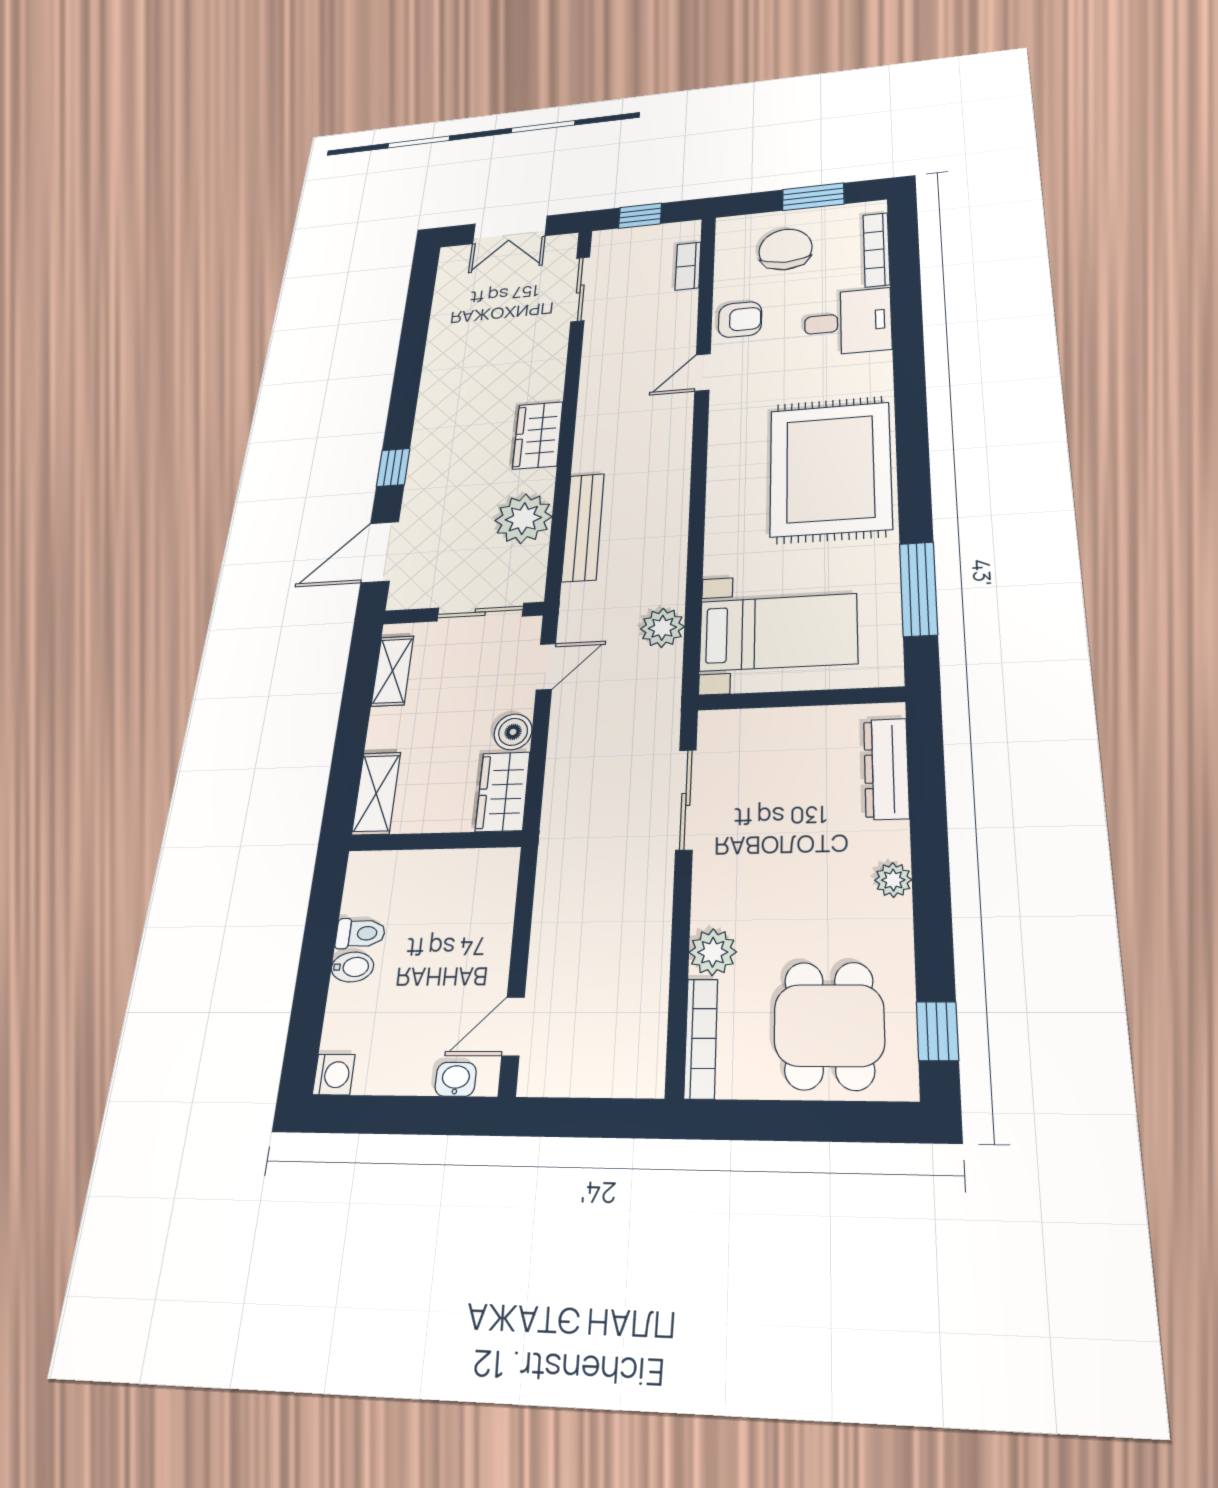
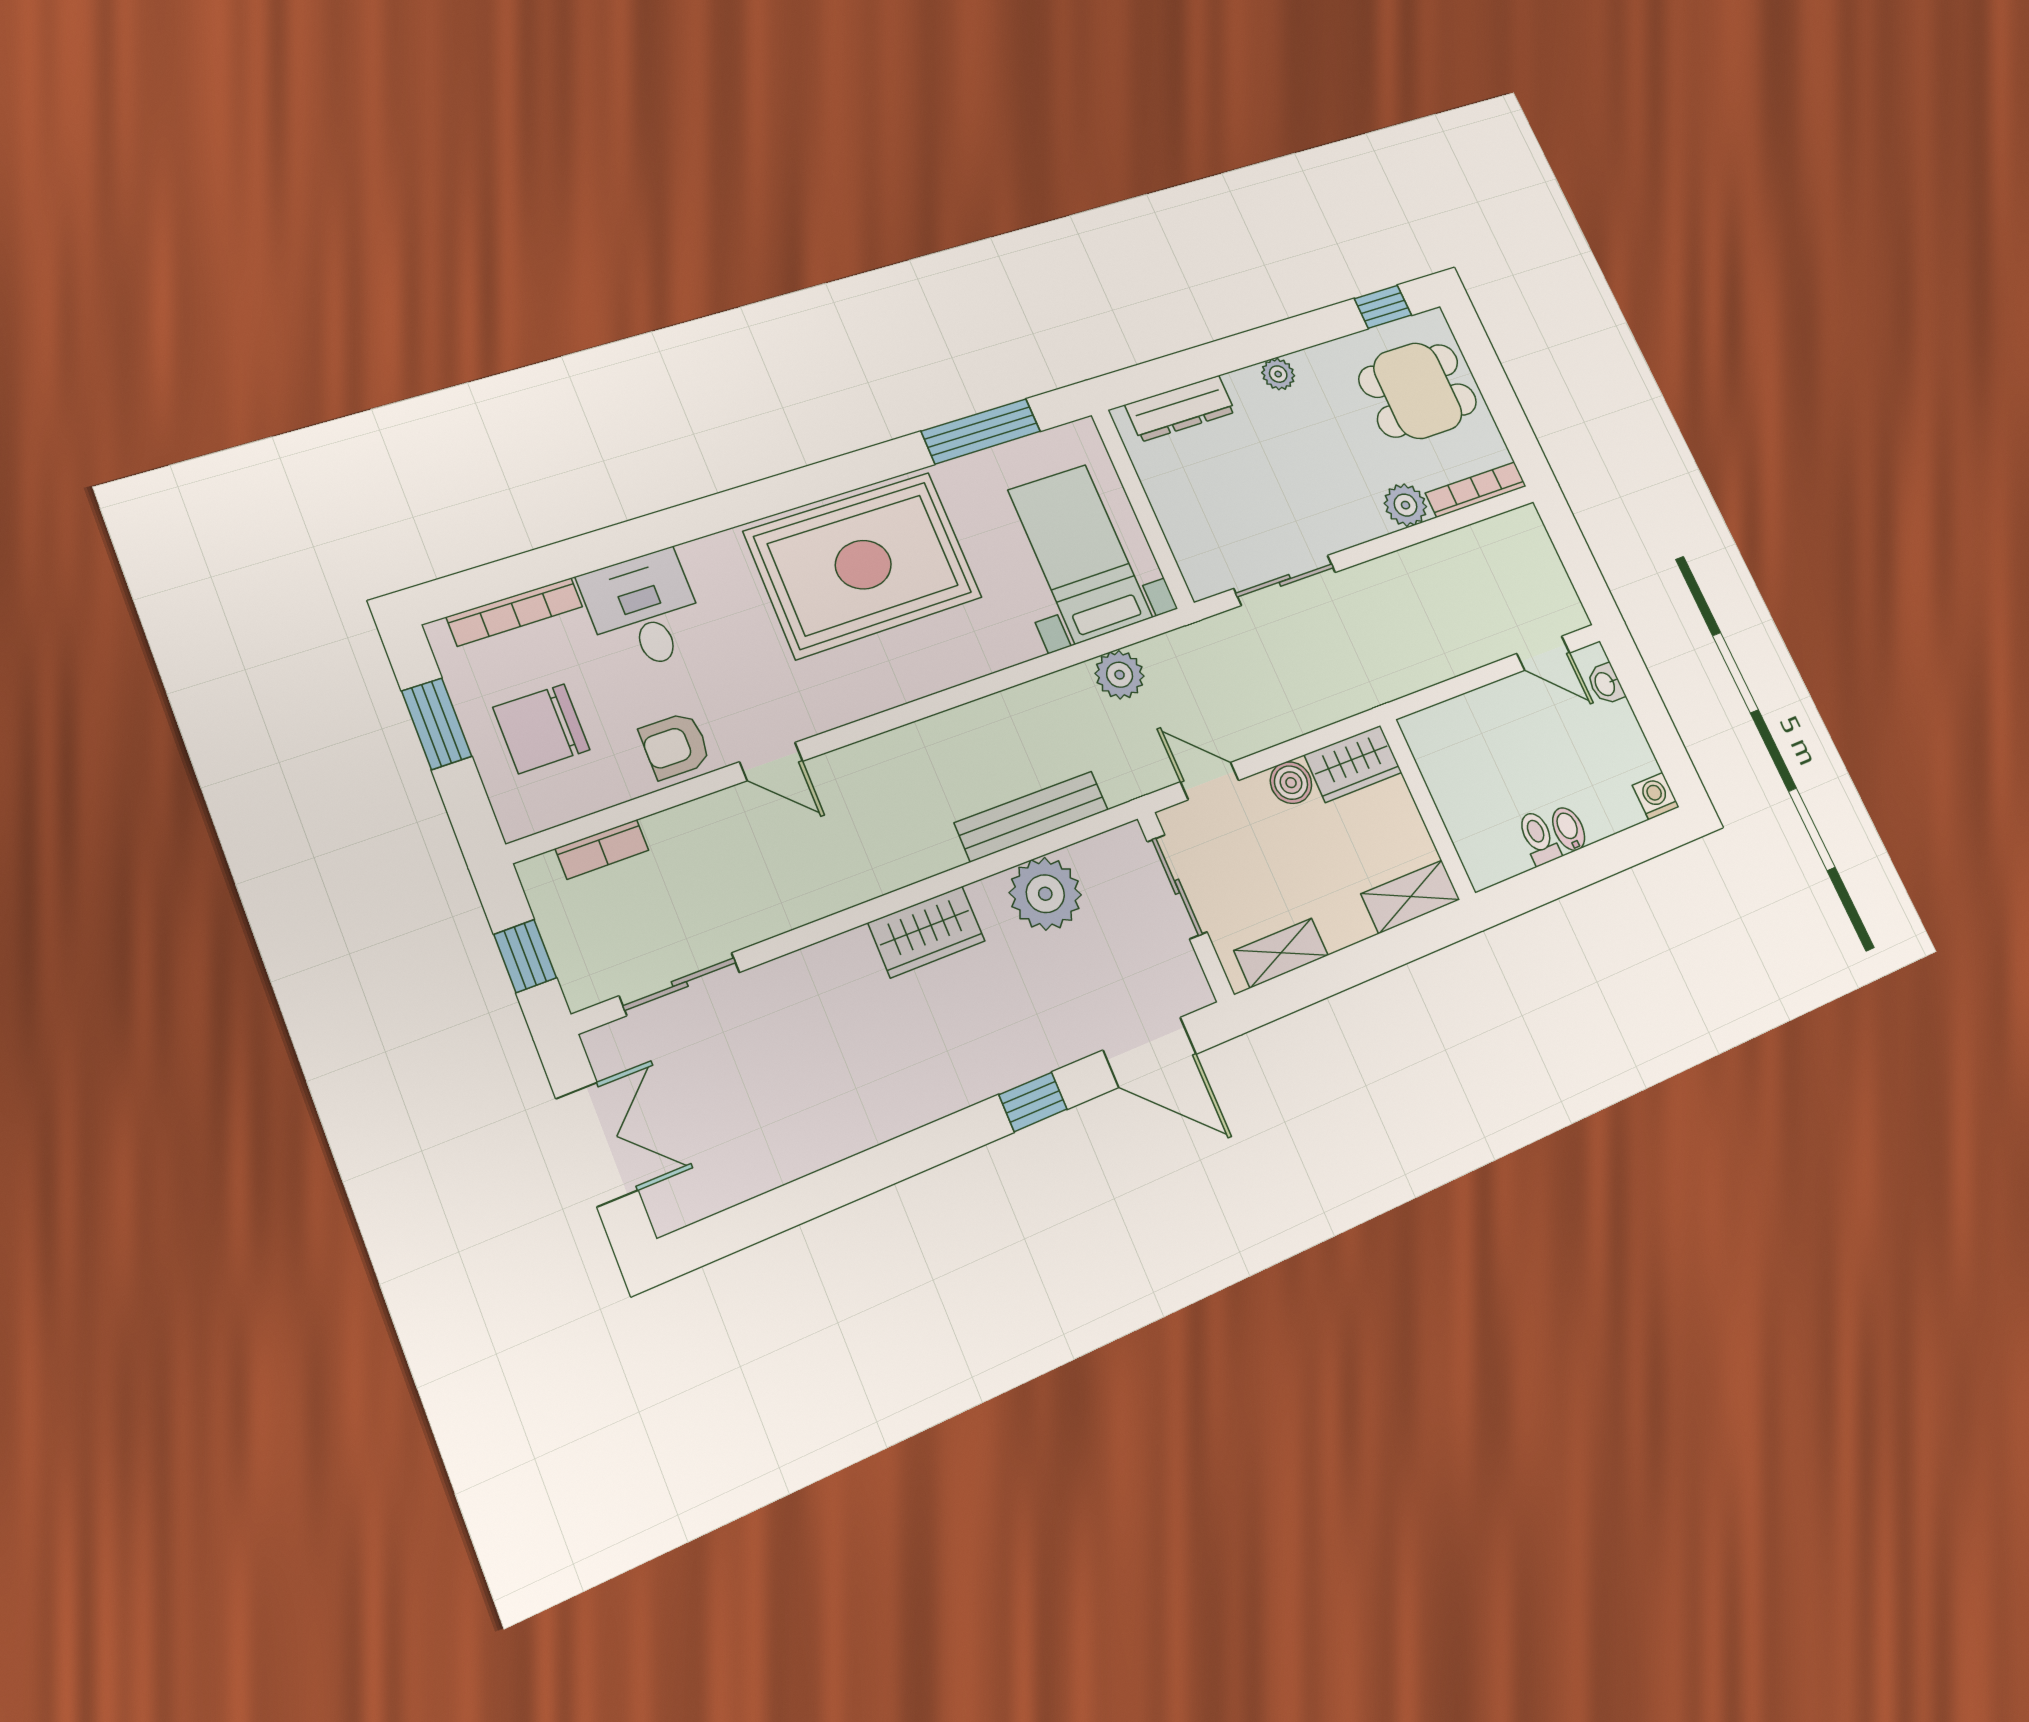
armchair: (740, 320) -> (675, 746), turned -90

